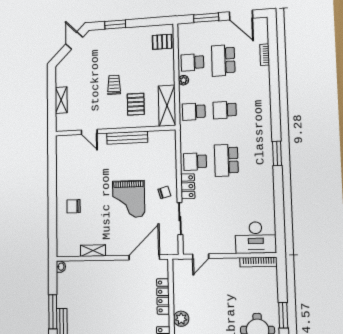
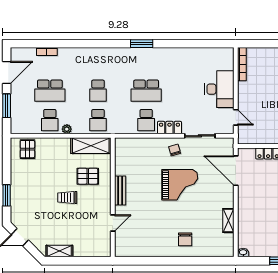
shelving: (61, 100) -> (59, 251), moved
bench: (127, 138) -> (120, 191), width x0.73
desk: (256, 238) -> (219, 89), moved

